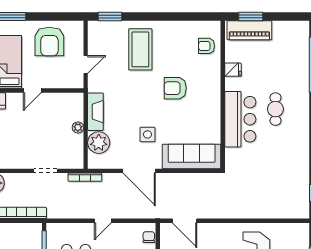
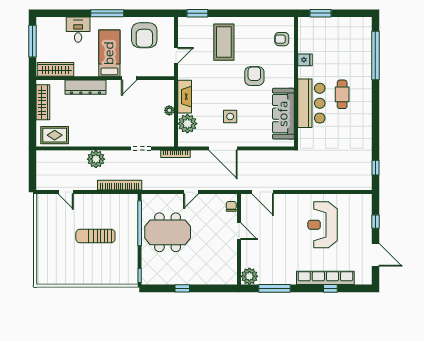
piano: (249, 30) -> (319, 25), removed
armchair: (175, 88) -> (254, 76), turned 90
sofa: (192, 156) -> (283, 114), moved, turned -90

